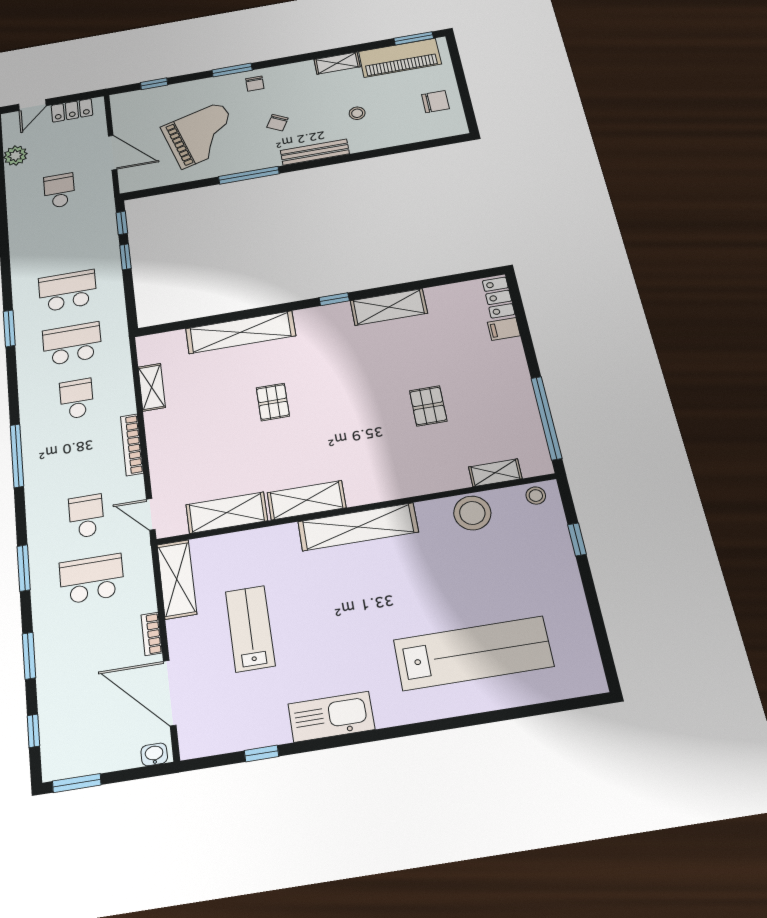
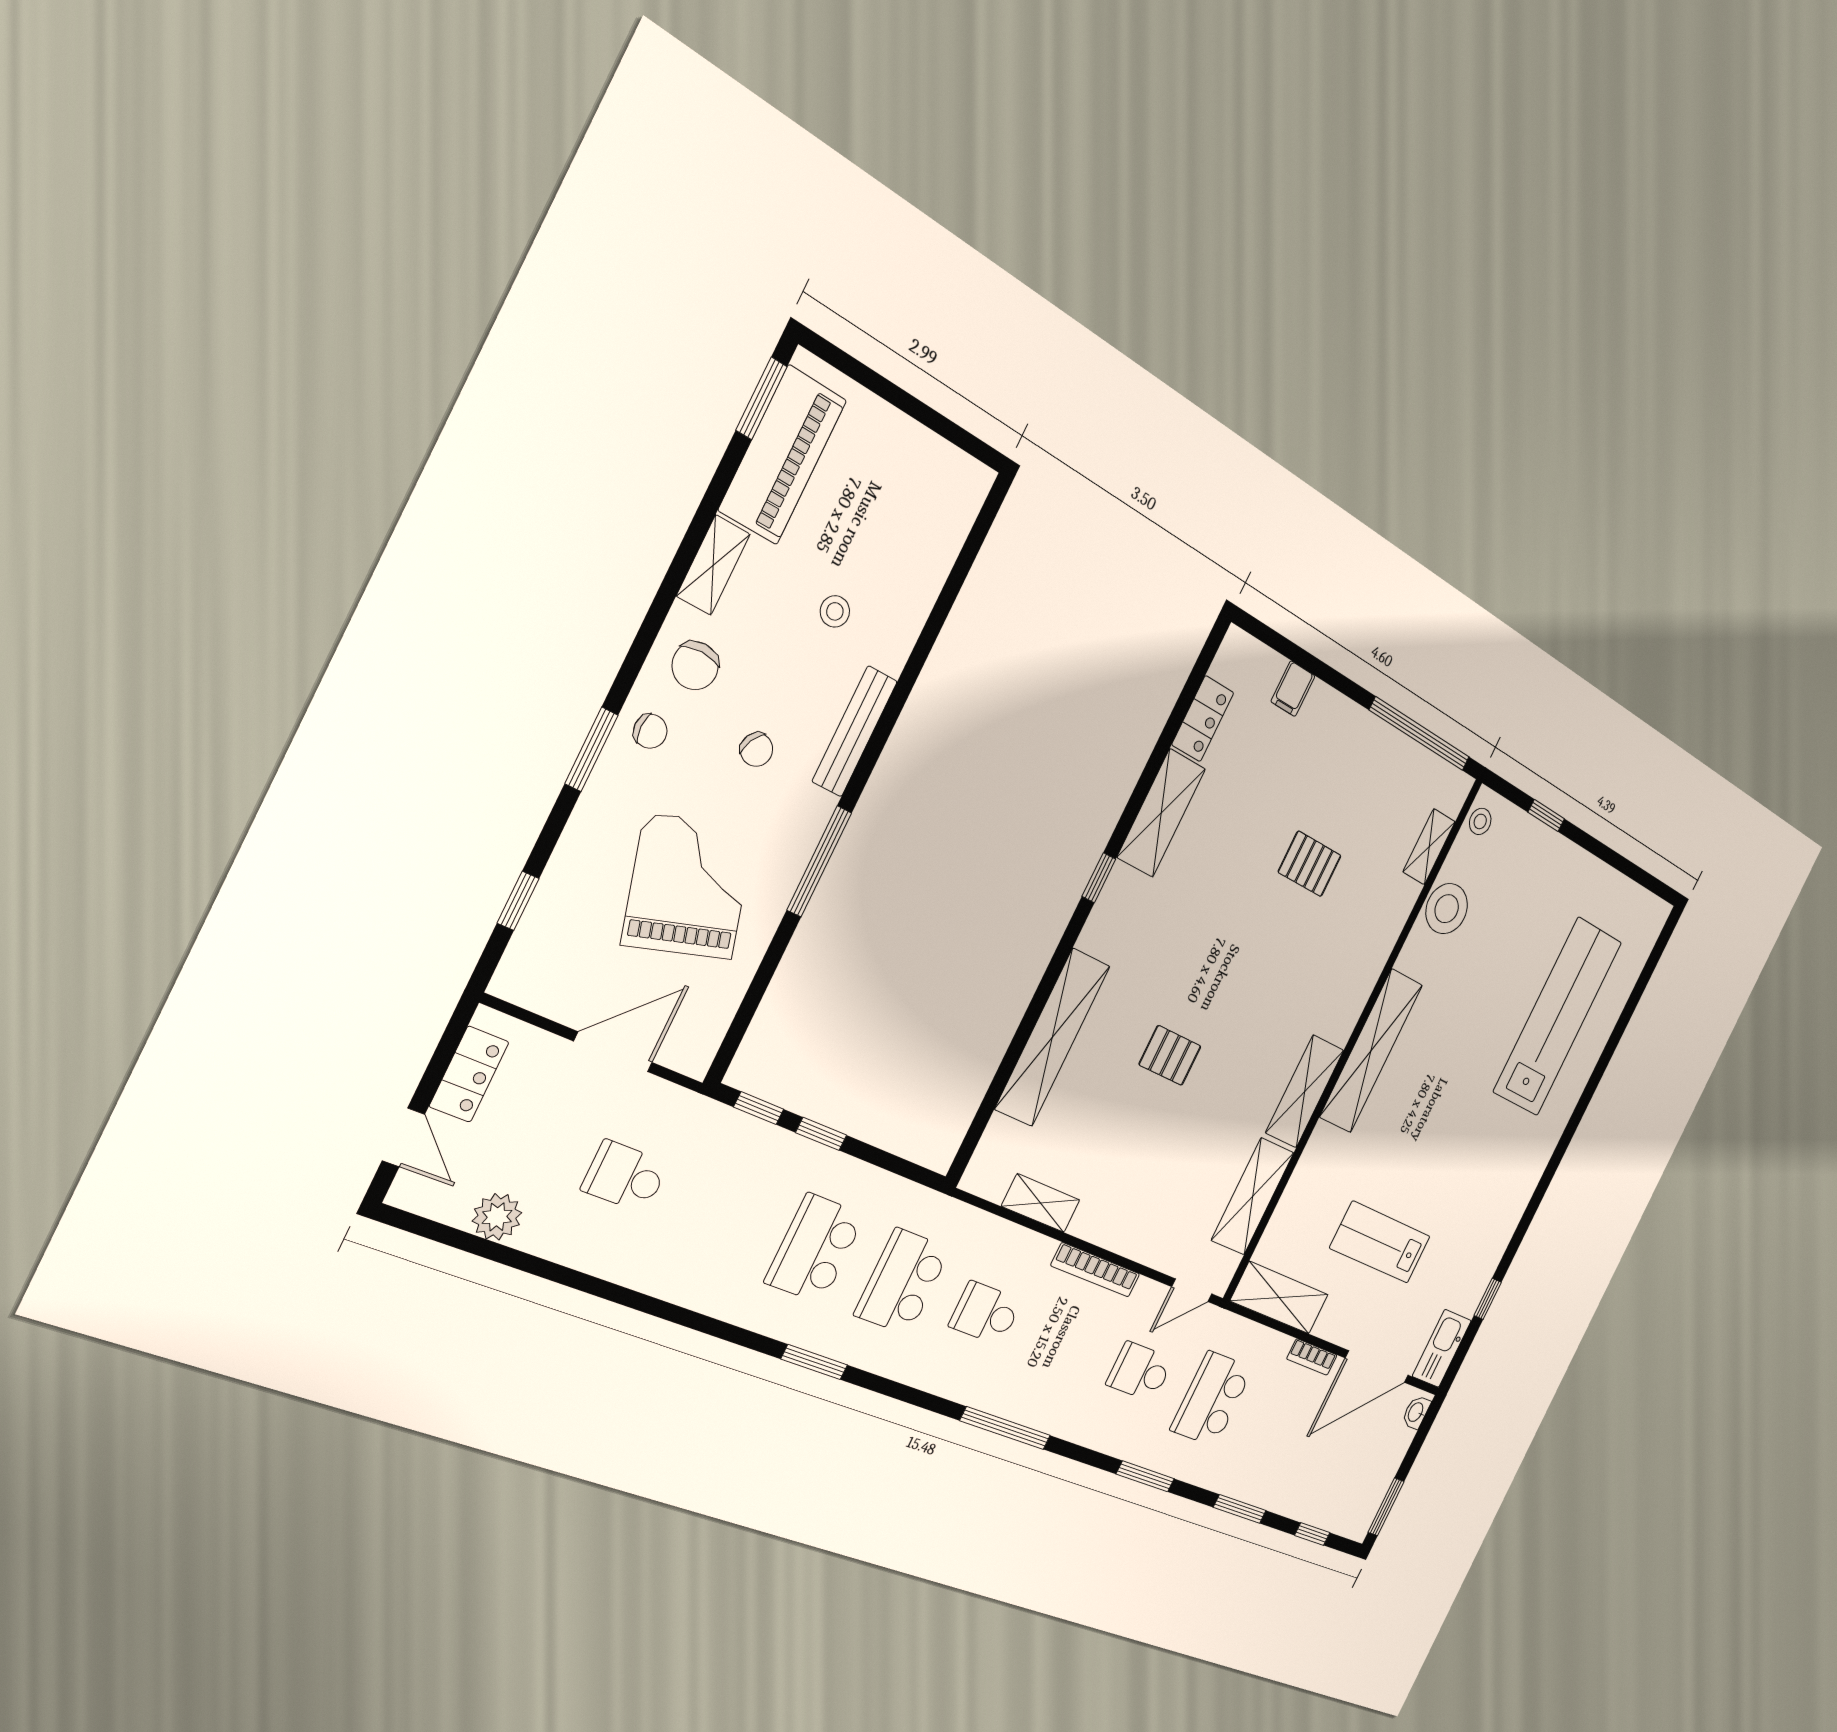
chair: (435, 102) -> (695, 666), moved, turned 180
locker: (499, 297) -> (1203, 719), moved, turned -90
kitchen sink: (331, 717) -> (1442, 1348), moved, width x0.73, depth x0.81

